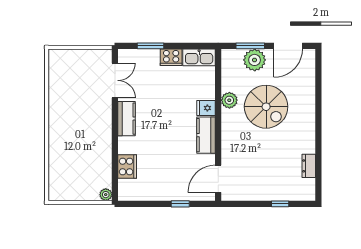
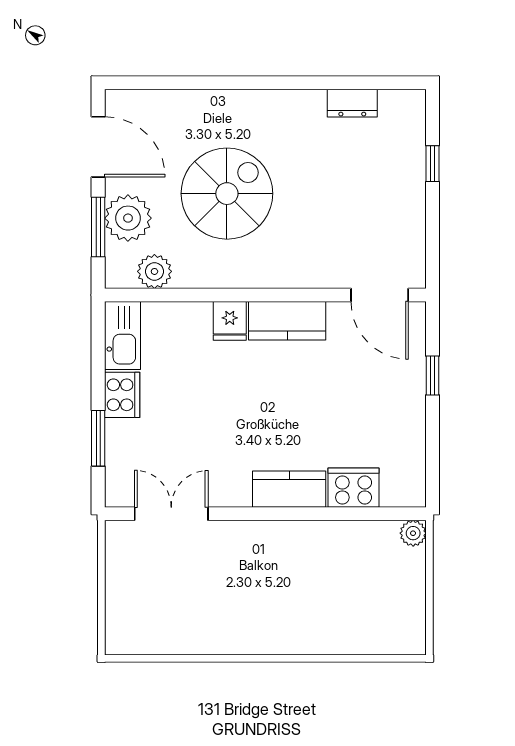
plant: (229, 100) -> (154, 271), moved
kitchen counter: (127, 119) -> (289, 489), moved

